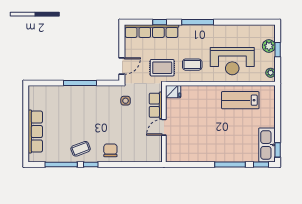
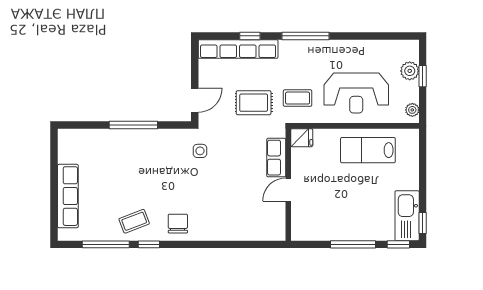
fridge: (173, 92) -> (302, 138), moved
row of seats: (156, 105) -> (276, 158), moved
wall: (164, 124) -> (288, 185), moved
door: (164, 127) -> (288, 190), moved

